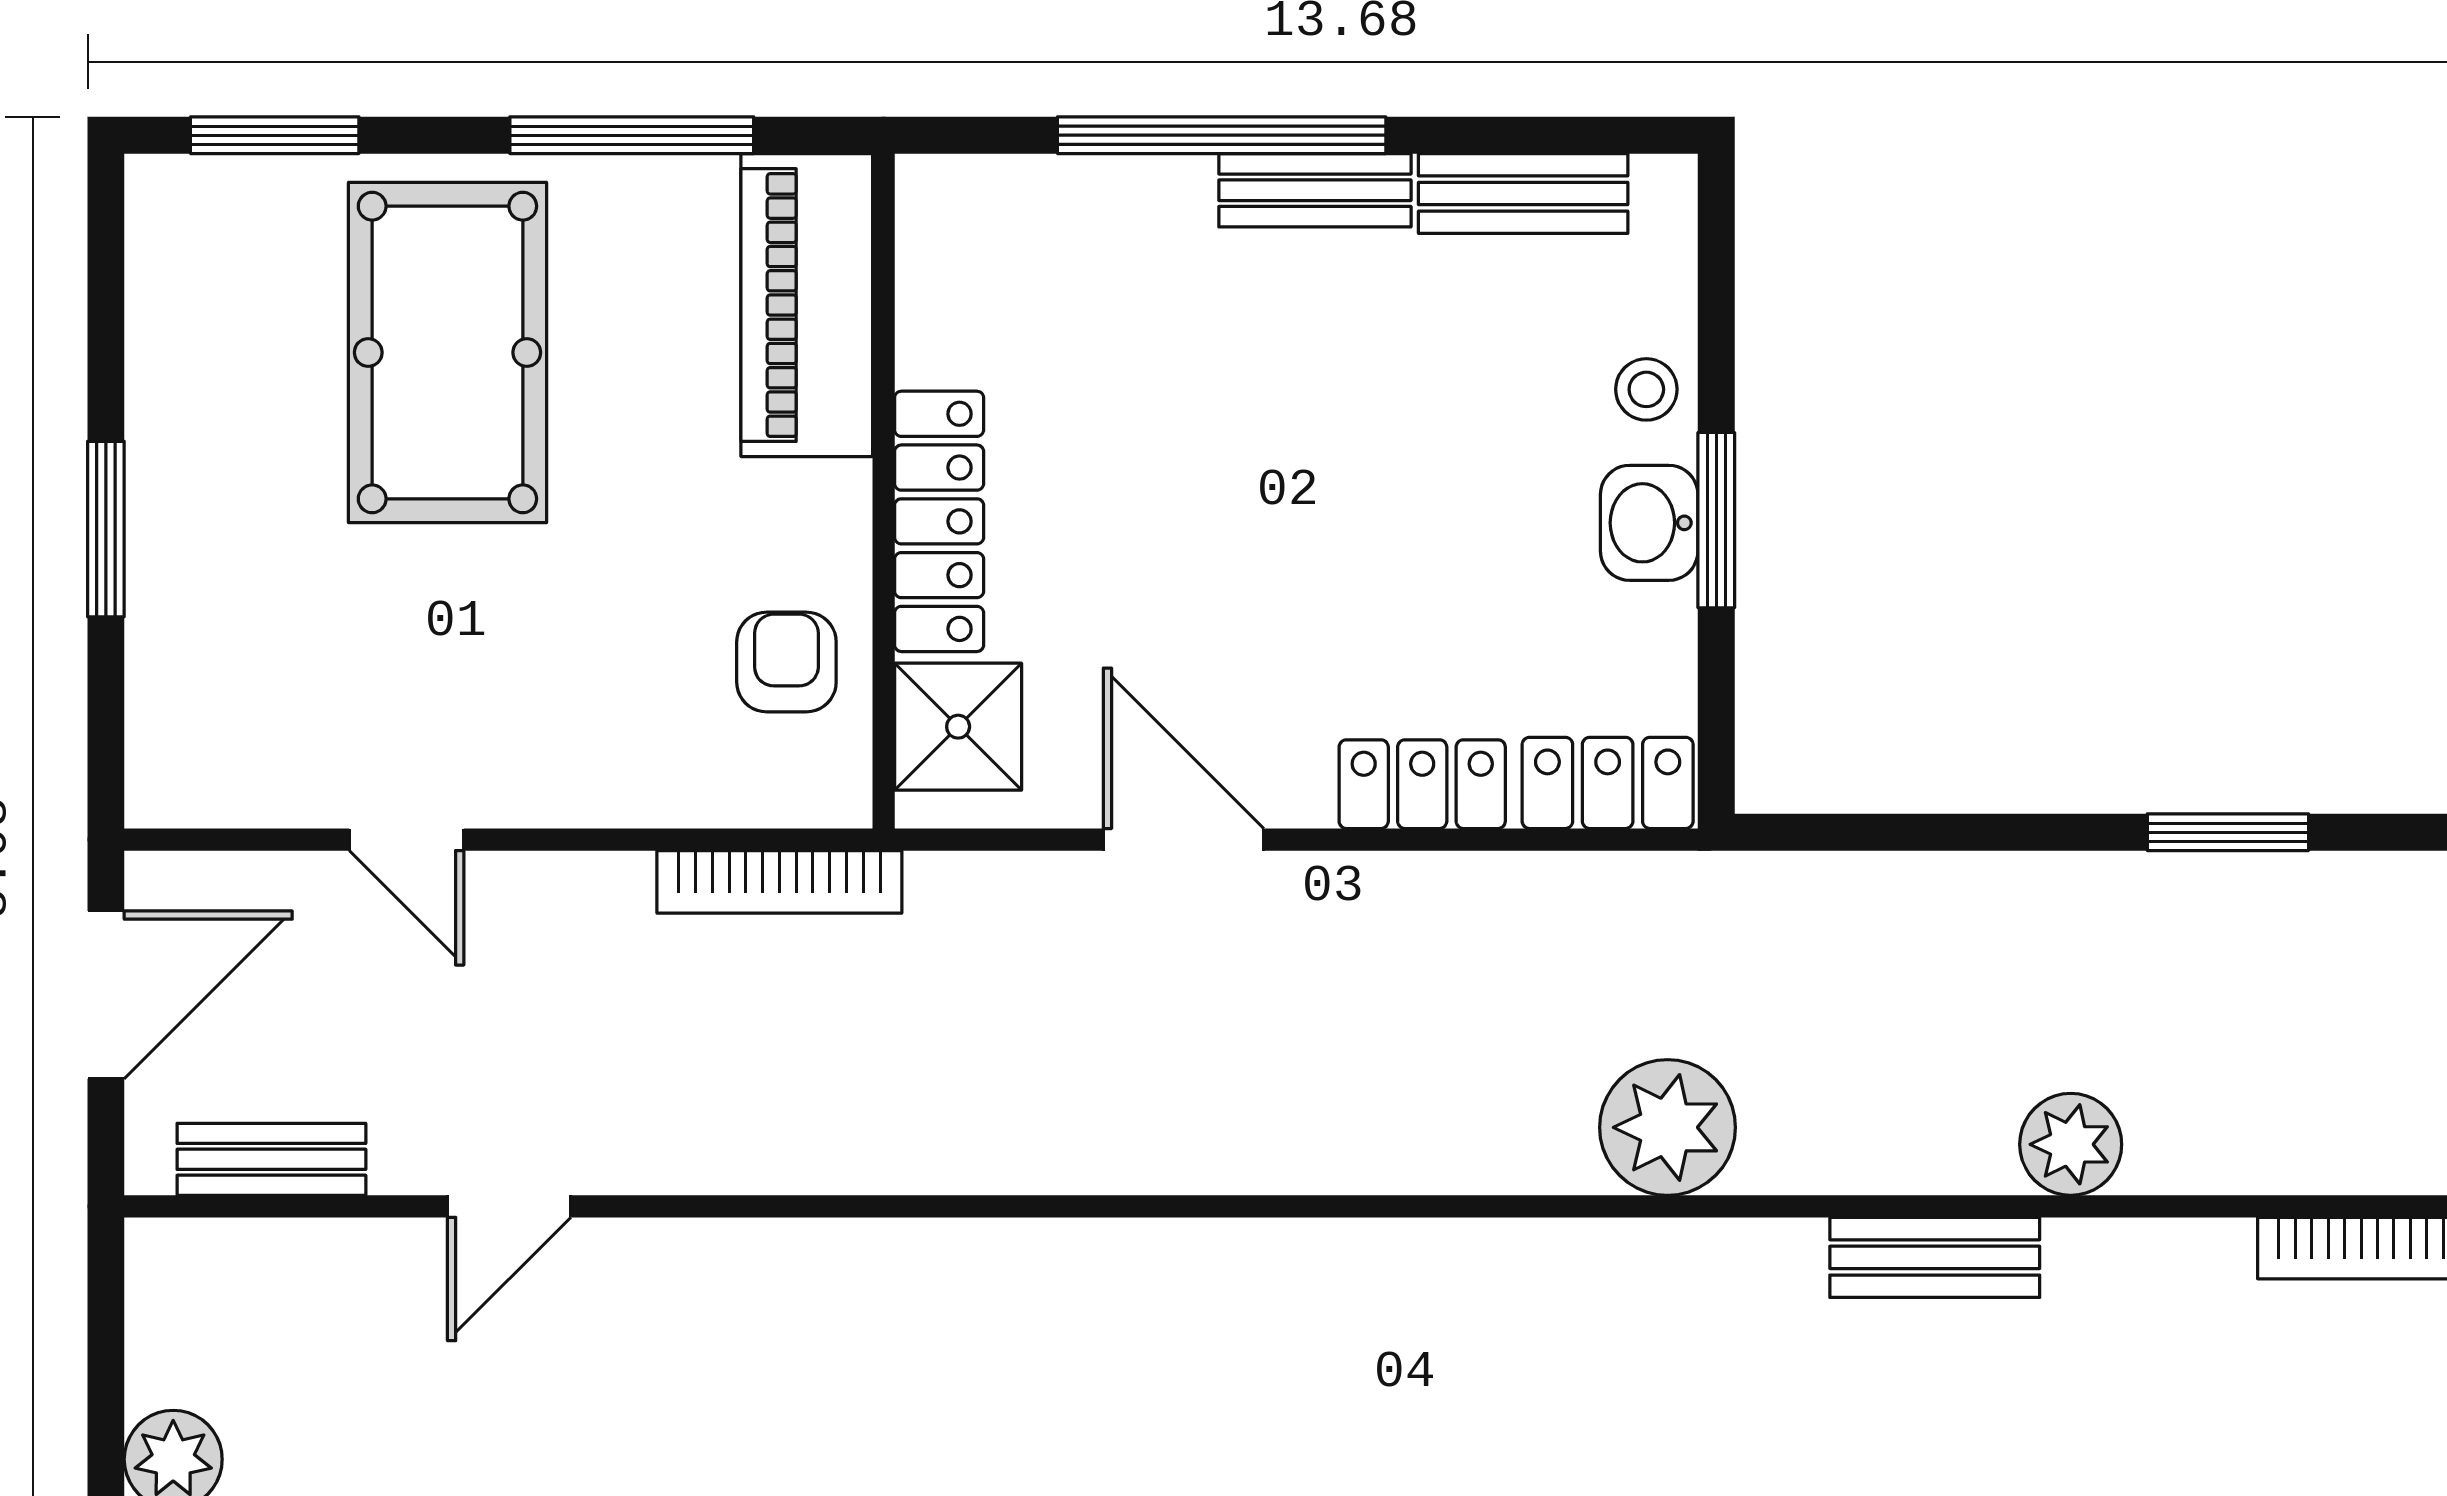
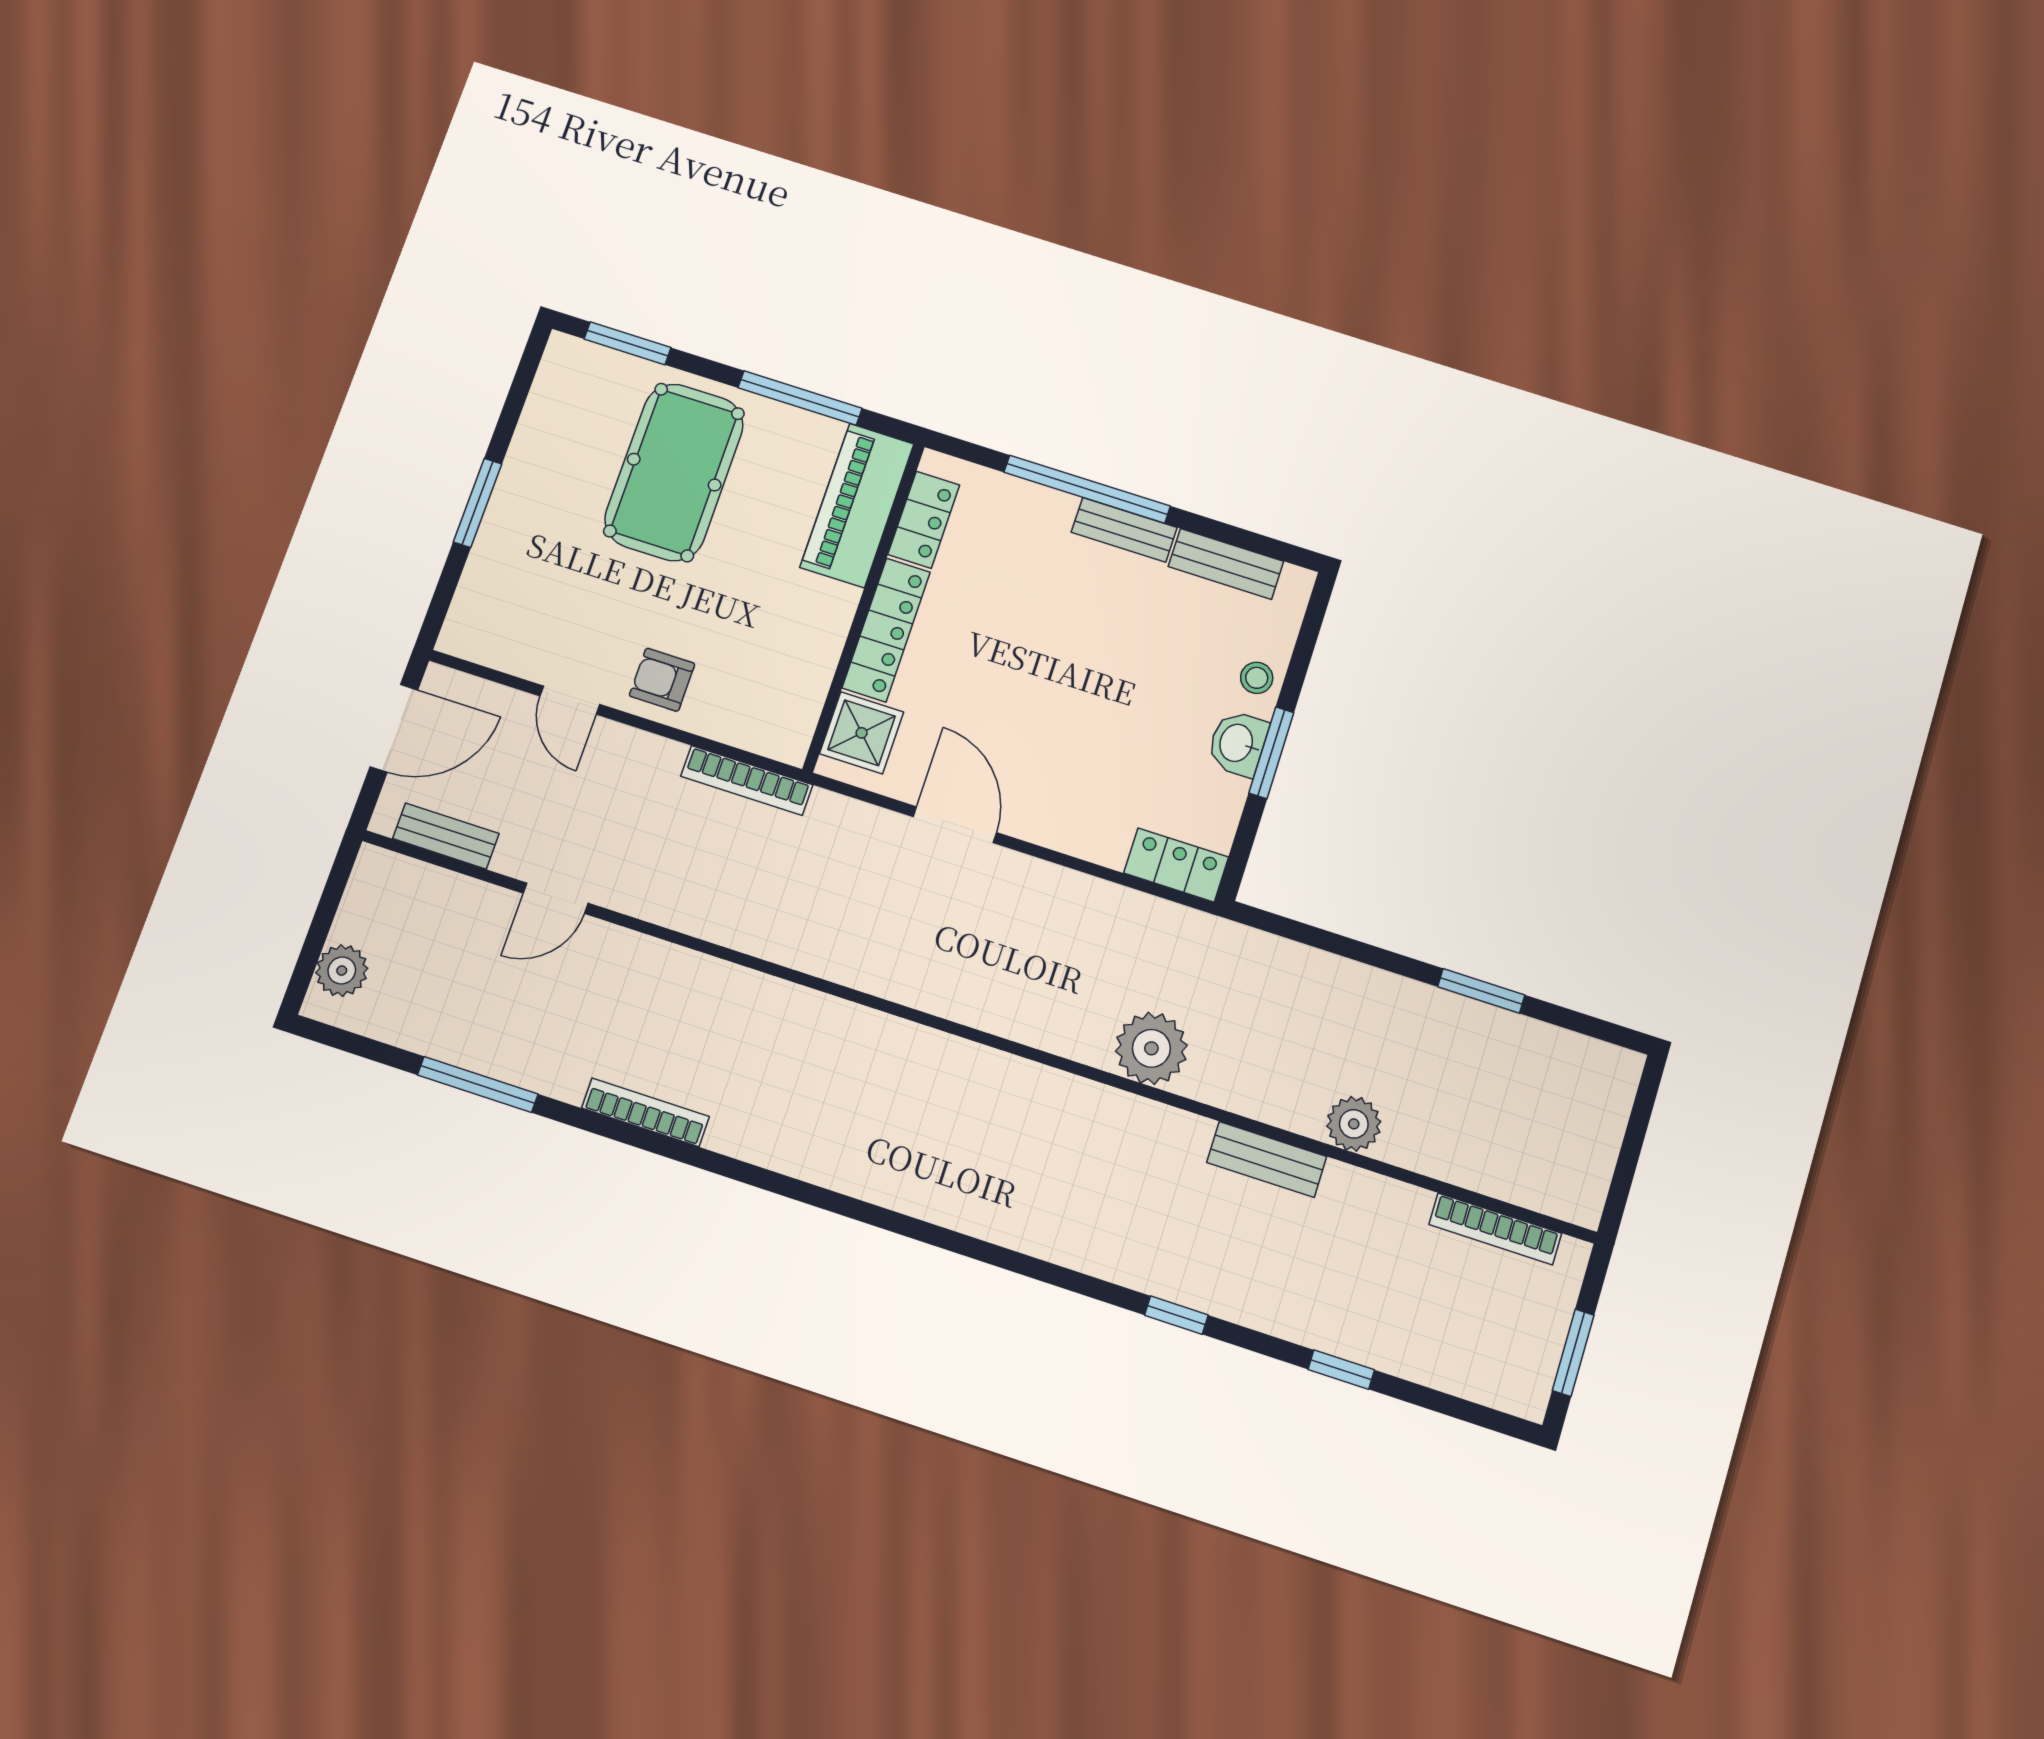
armchair: (786, 662) -> (662, 680), moved, turned -90
locker: (1422, 784) -> (924, 520), moved, turned 90

